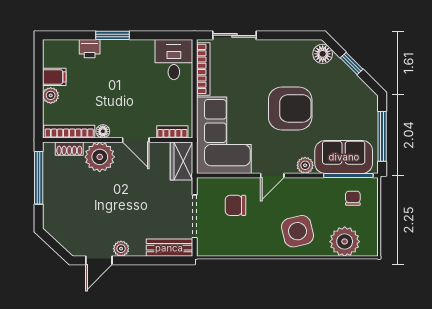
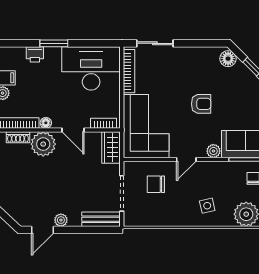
desk: (174, 60) -> (91, 68), width x1.87, depth x1.30
armchair: (290, 108) -> (201, 104), width x0.53, depth x0.53
side table: (297, 231) -> (207, 206), width x0.54, depth x0.54

